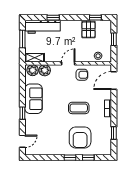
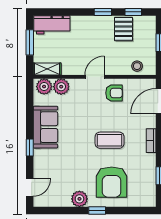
window: (53, 18) -> (103, 12), moved
workbench: (43, 27) -> (52, 25), width x0.73
plant: (58, 149) -> (79, 199), added
window: (88, 158) -> (123, 211), removed

